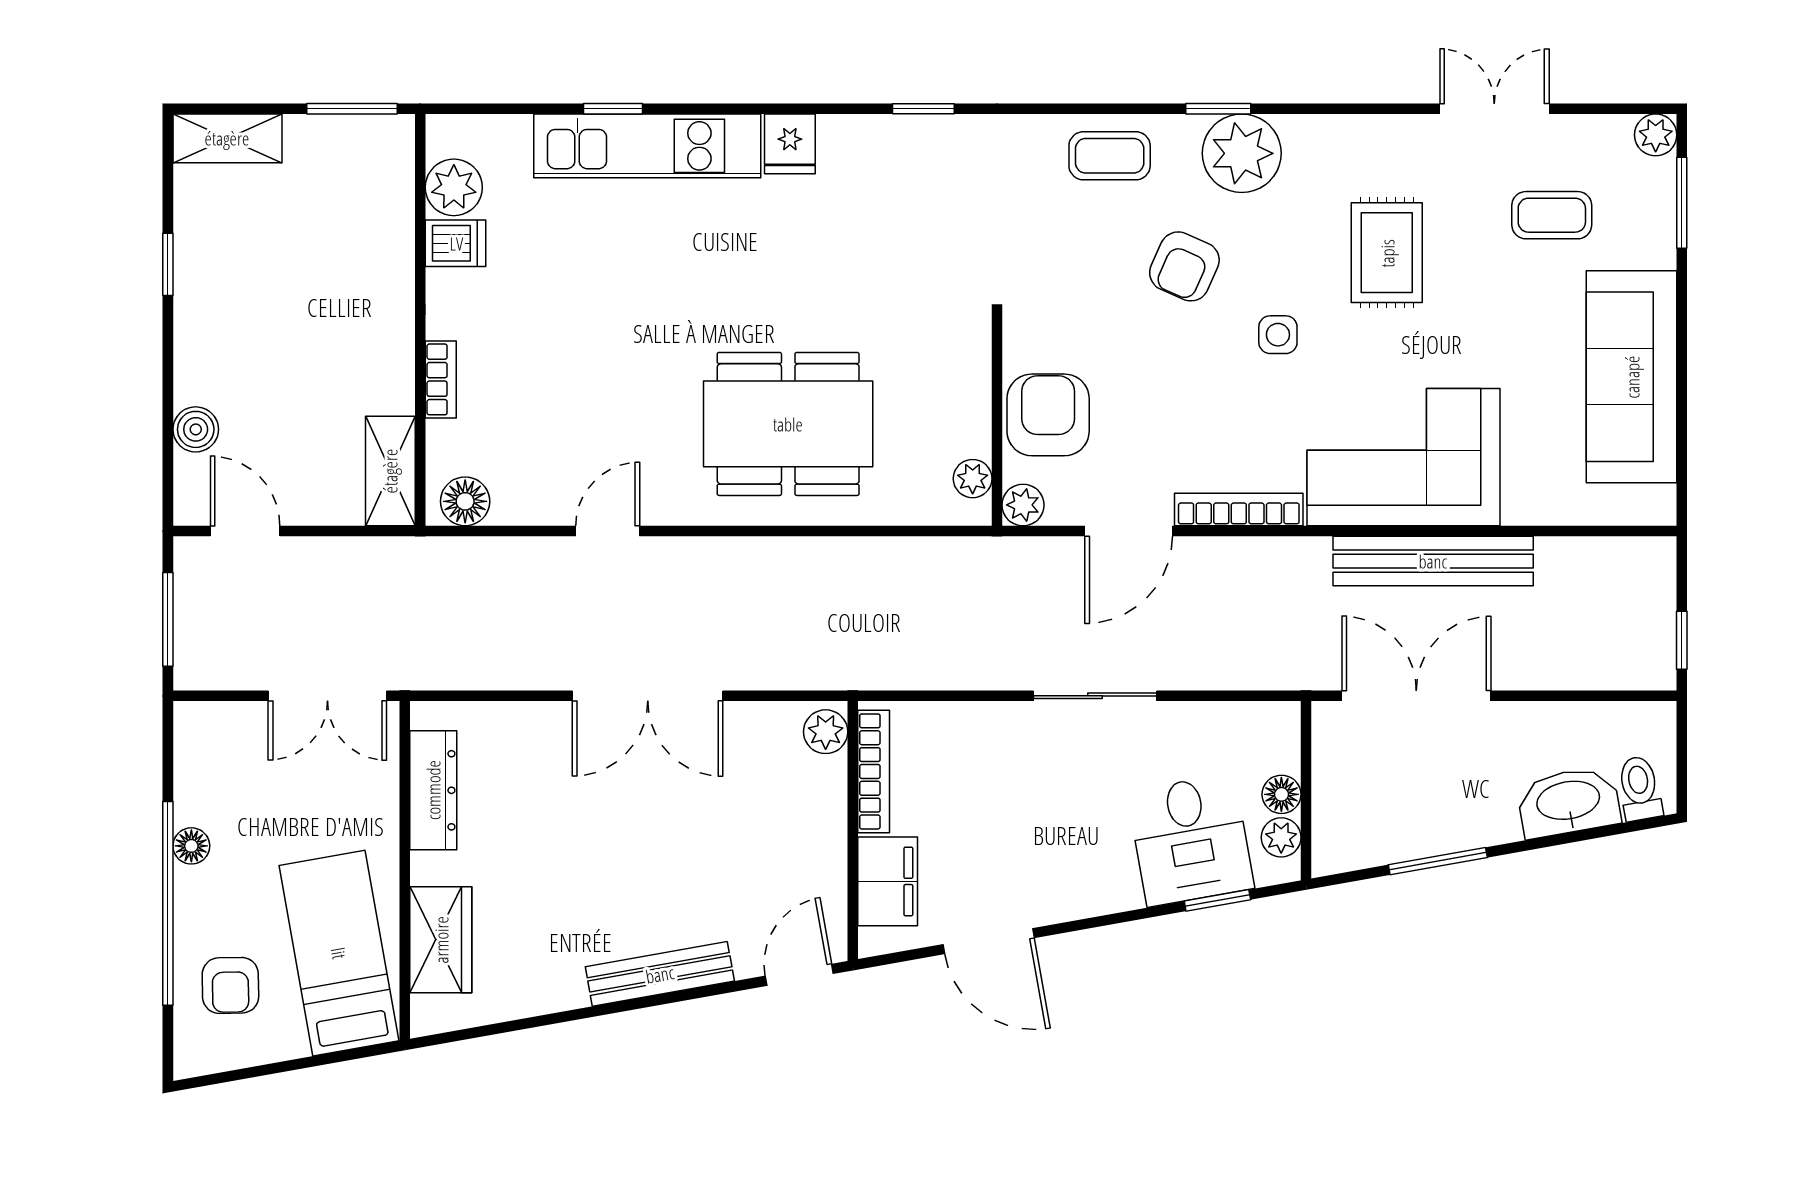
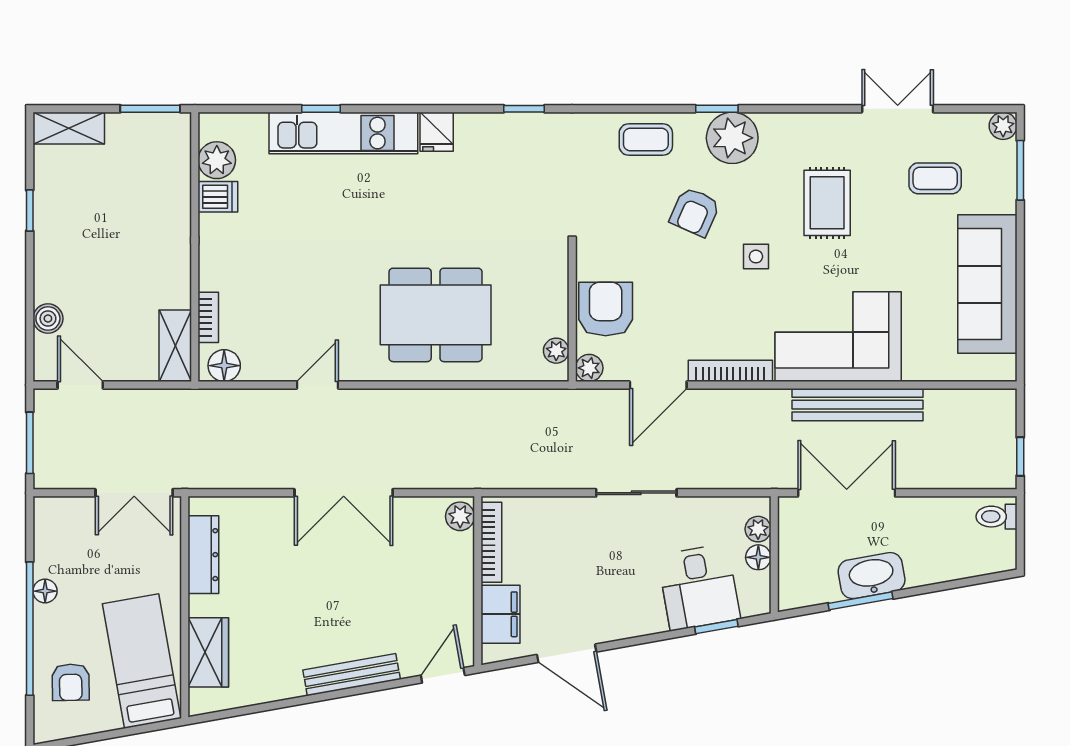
bookcase: (441, 379) -> (208, 317), moved
toilet: (1640, 788) -> (996, 517), moved, turned -80
washbasin: (1568, 802) -> (872, 576), moved
plant: (1281, 837) -> (758, 529), moved

